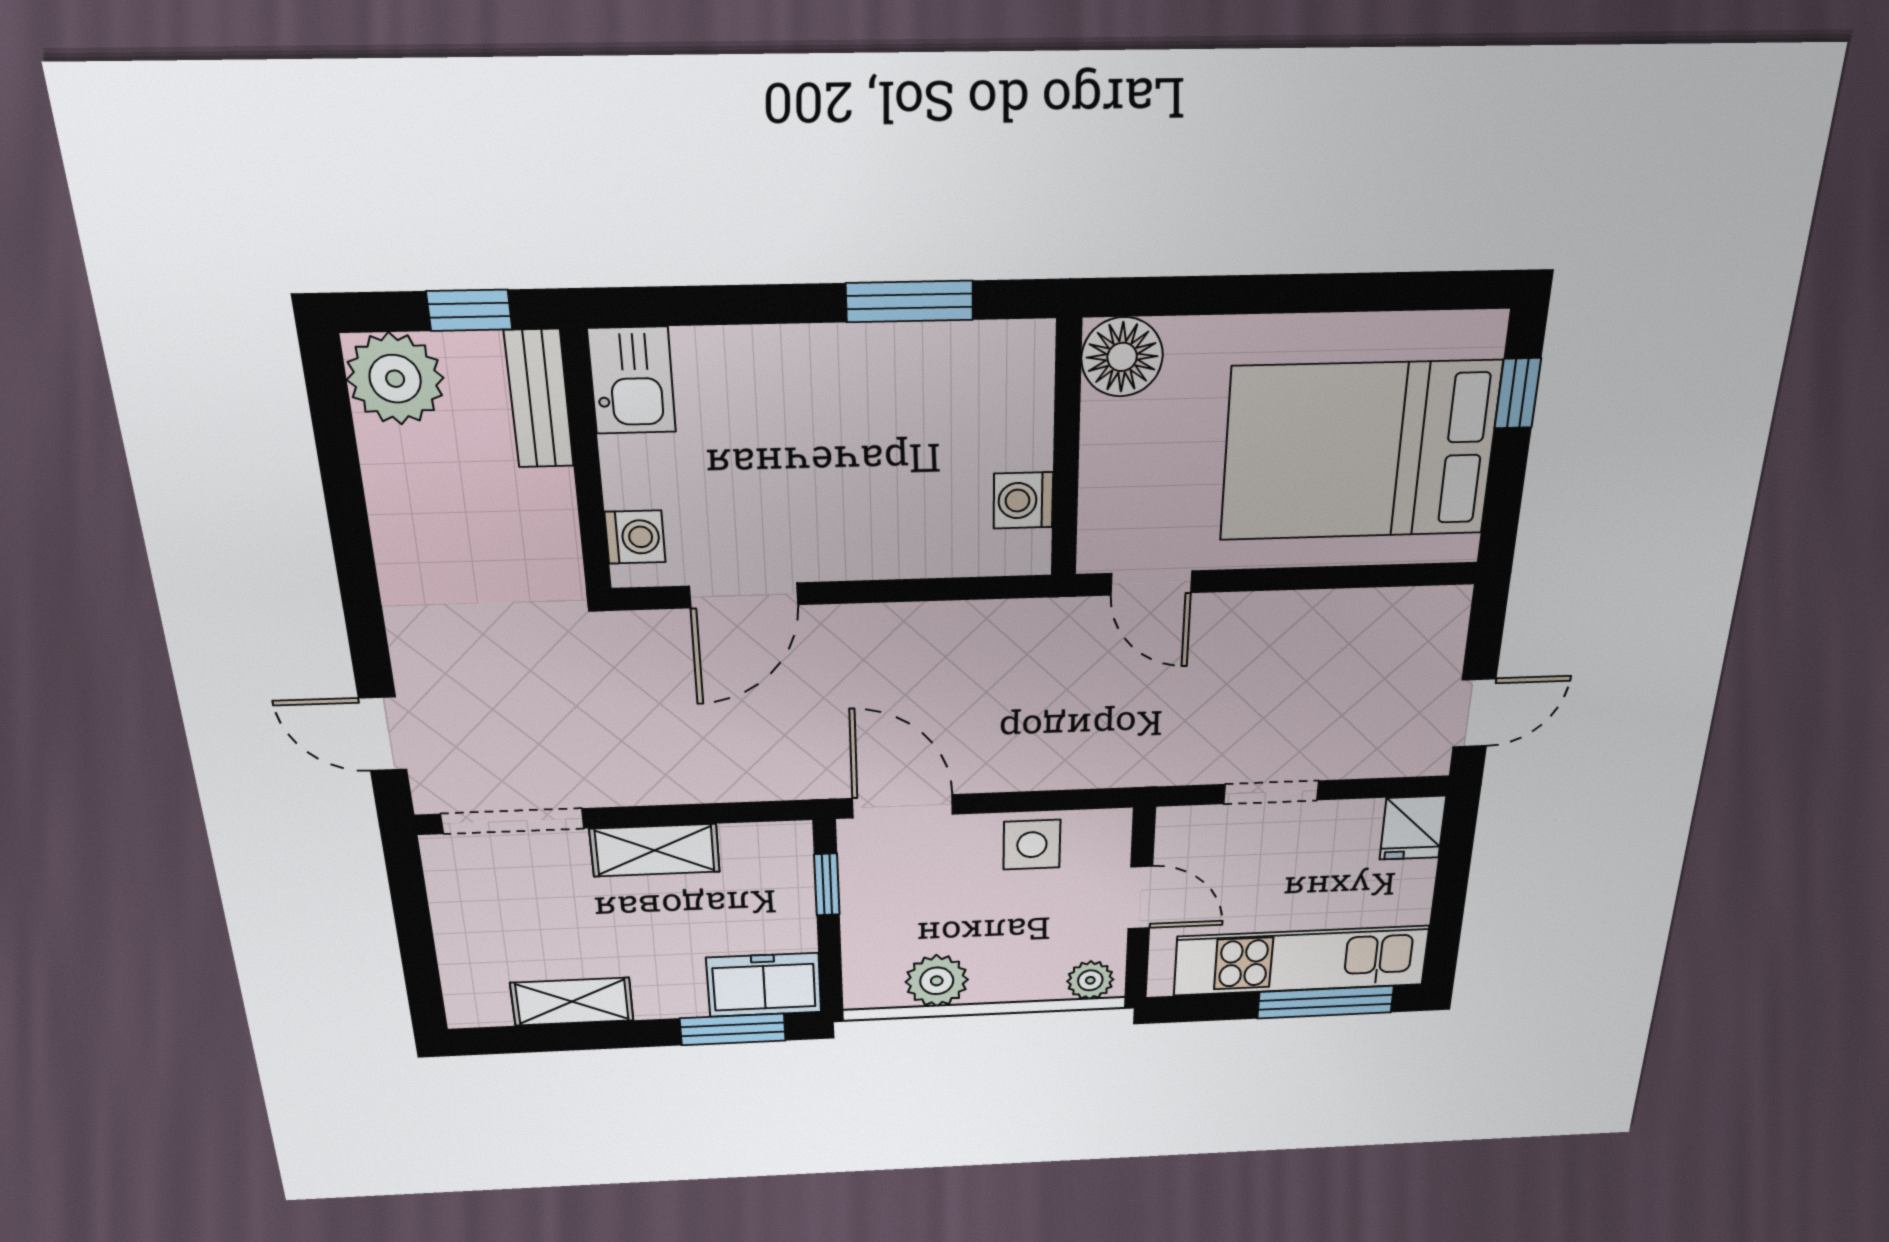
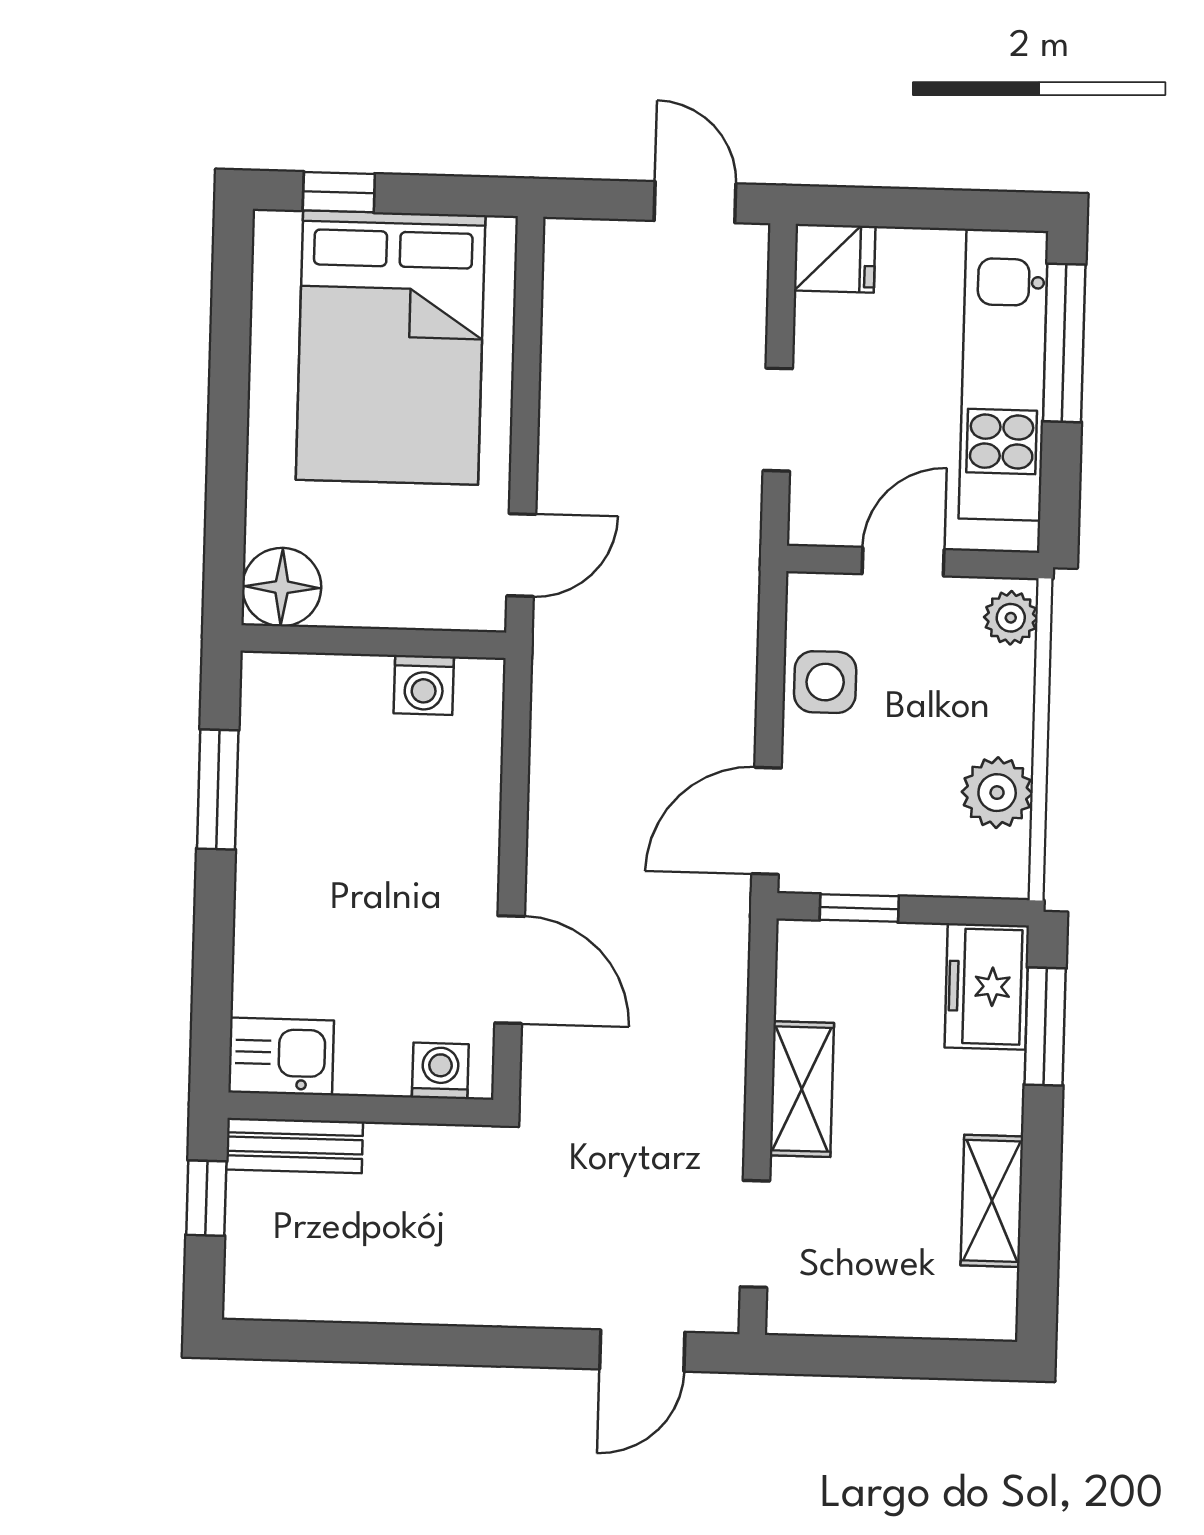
plant: (395, 379) -> (268, 1276), removed
doorway: (513, 821) -> (755, 1234), width x0.73

